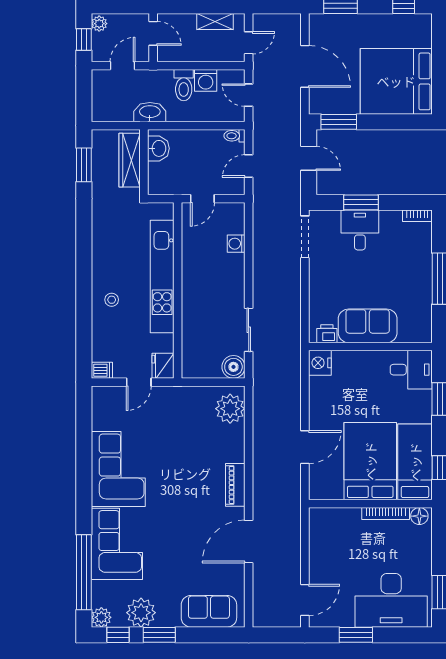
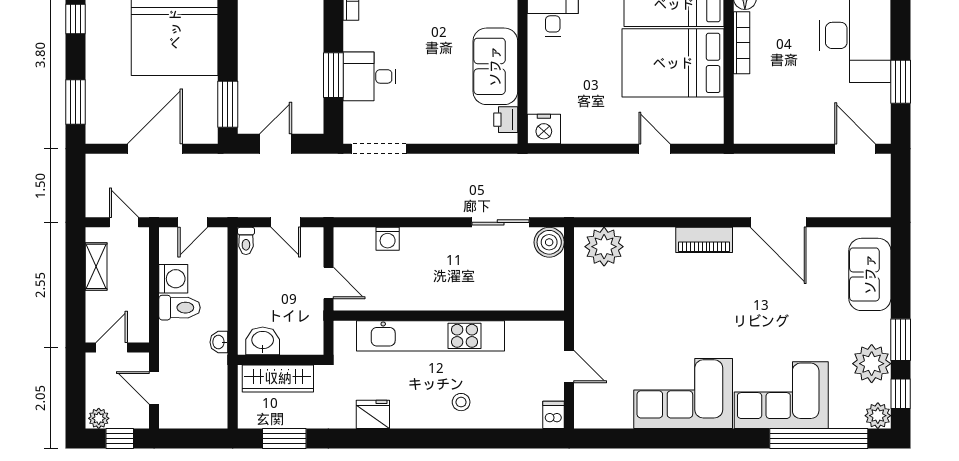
washbasin: (150, 112) -> (219, 342), width x0.52, depth x0.69
fridge: (163, 366) -> (373, 414), moved, turned 180
door: (305, 447) -> (654, 149), width x0.73

